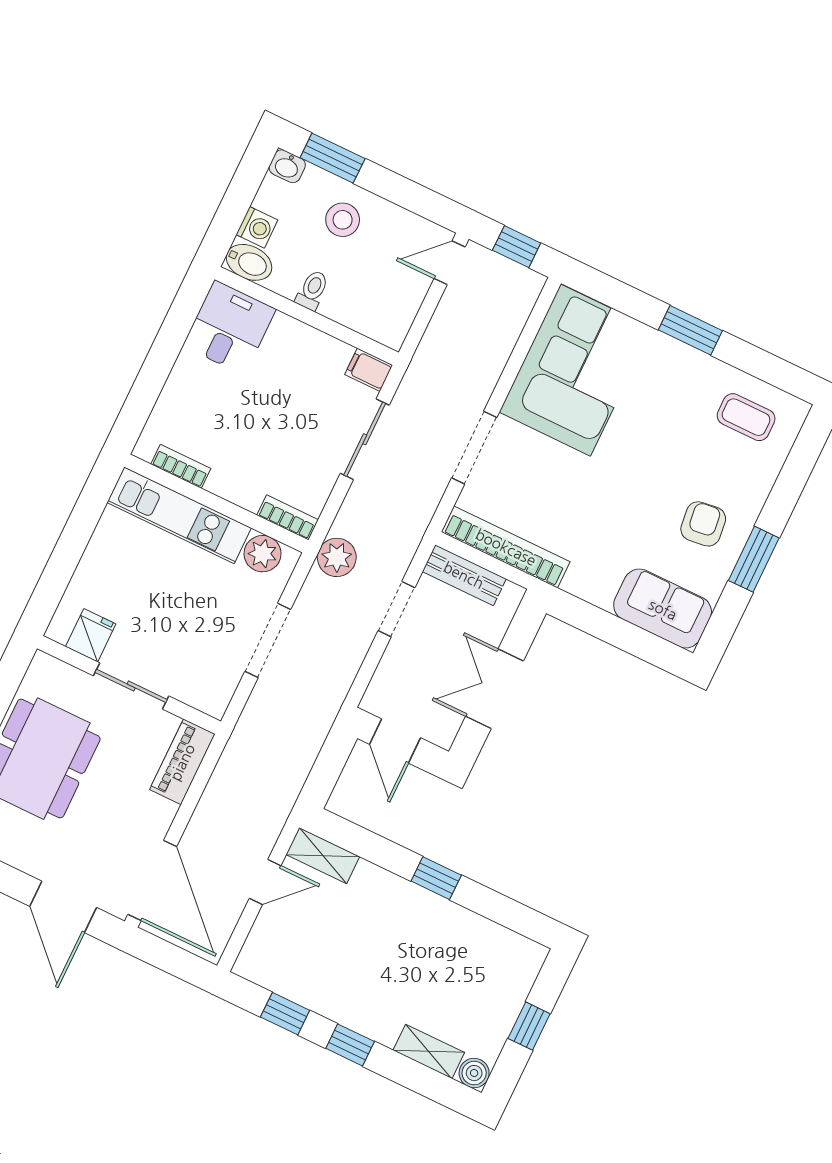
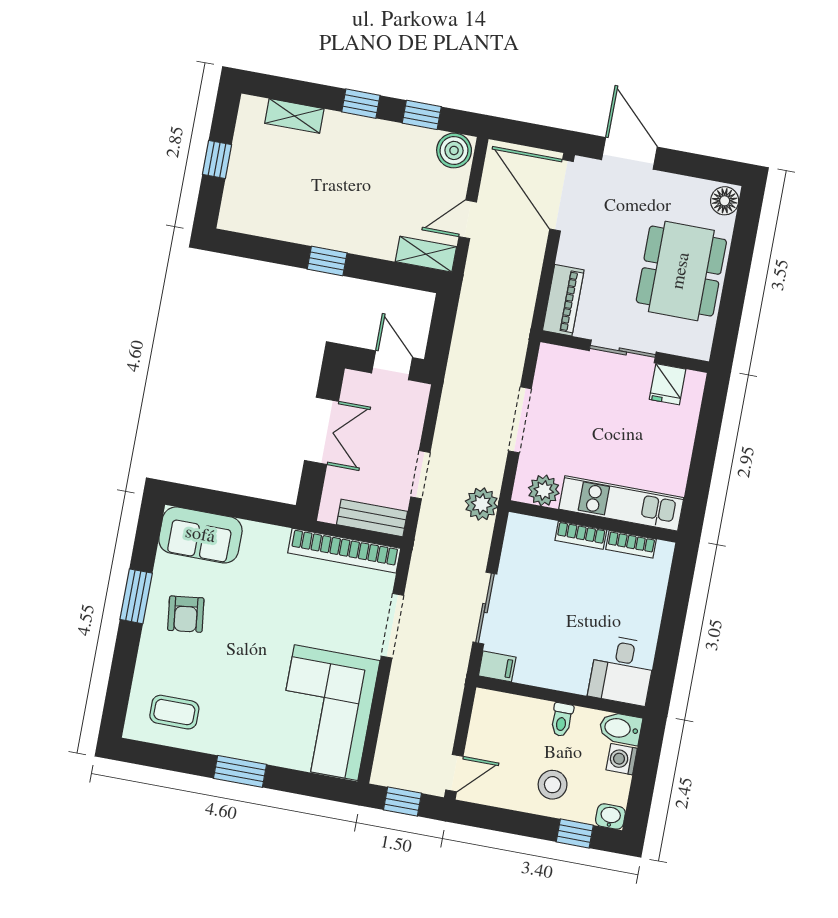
window: (333, 158) -> (575, 833), width x0.67
bookcase: (288, 517) -> (581, 535), moved
boiler: (474, 1073) -> (454, 150), moved, width x1.36, depth x1.36

